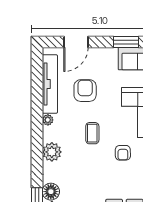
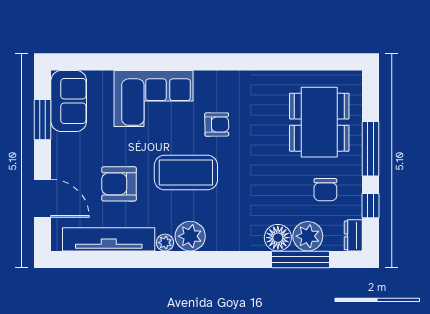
coffee table: (92, 133) -> (186, 172), width x1.86, depth x1.72
plant: (52, 152) -> (190, 236), moved

